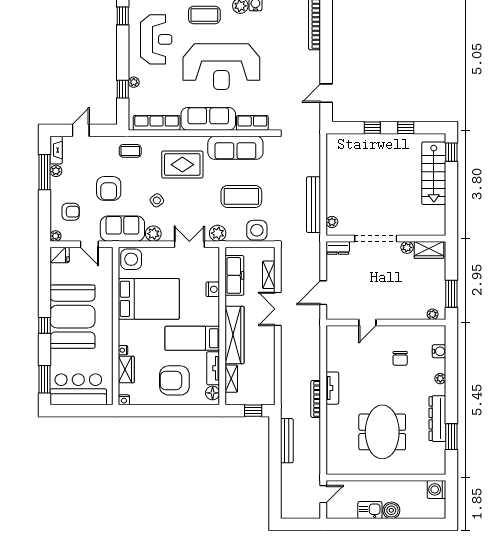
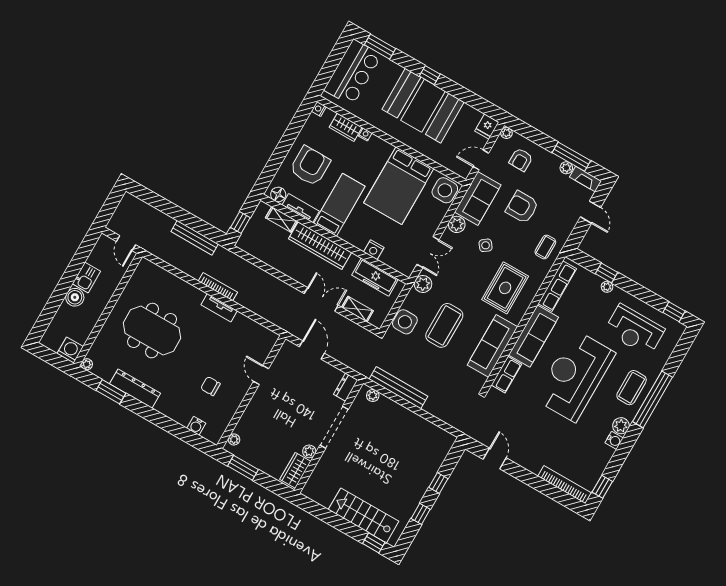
plant: (440, 379) -> (87, 364), moved

